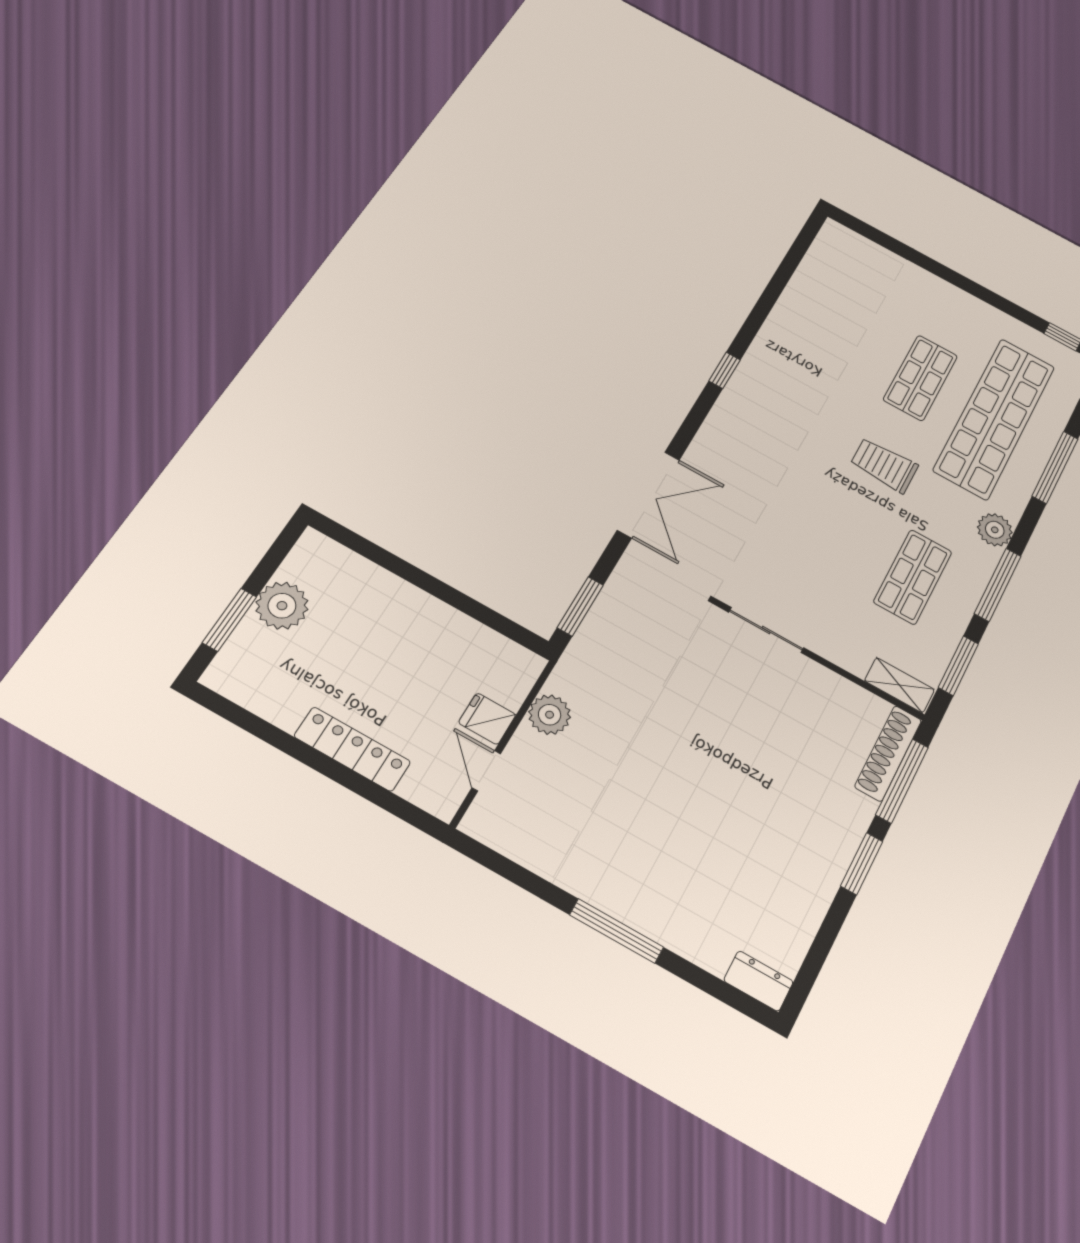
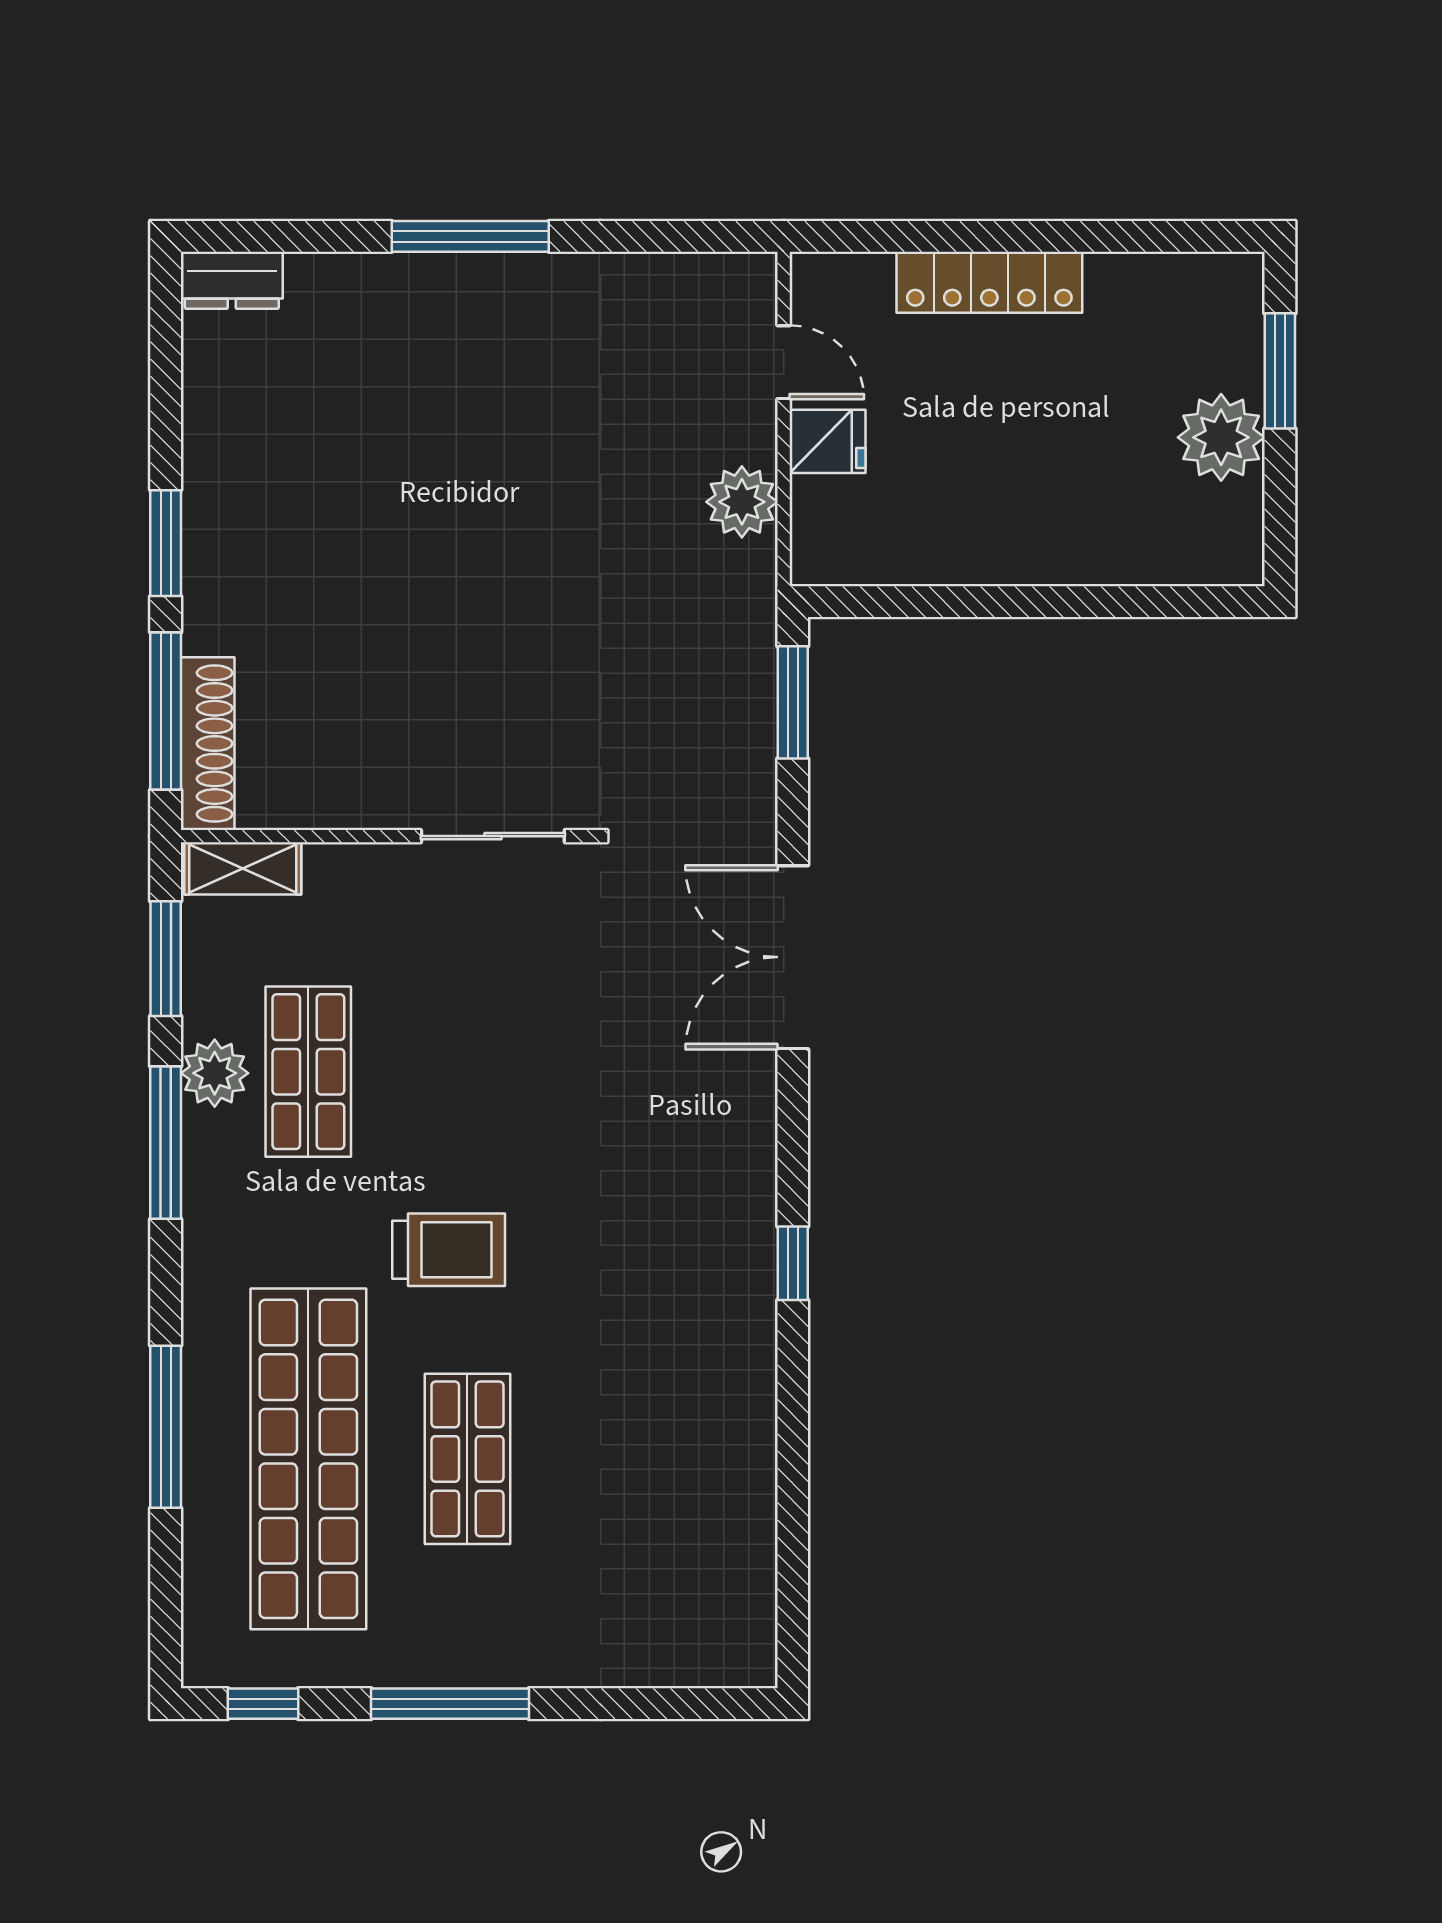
window: (978, 291) -> (450, 1704), added
plant: (995, 530) -> (215, 1073), moved

